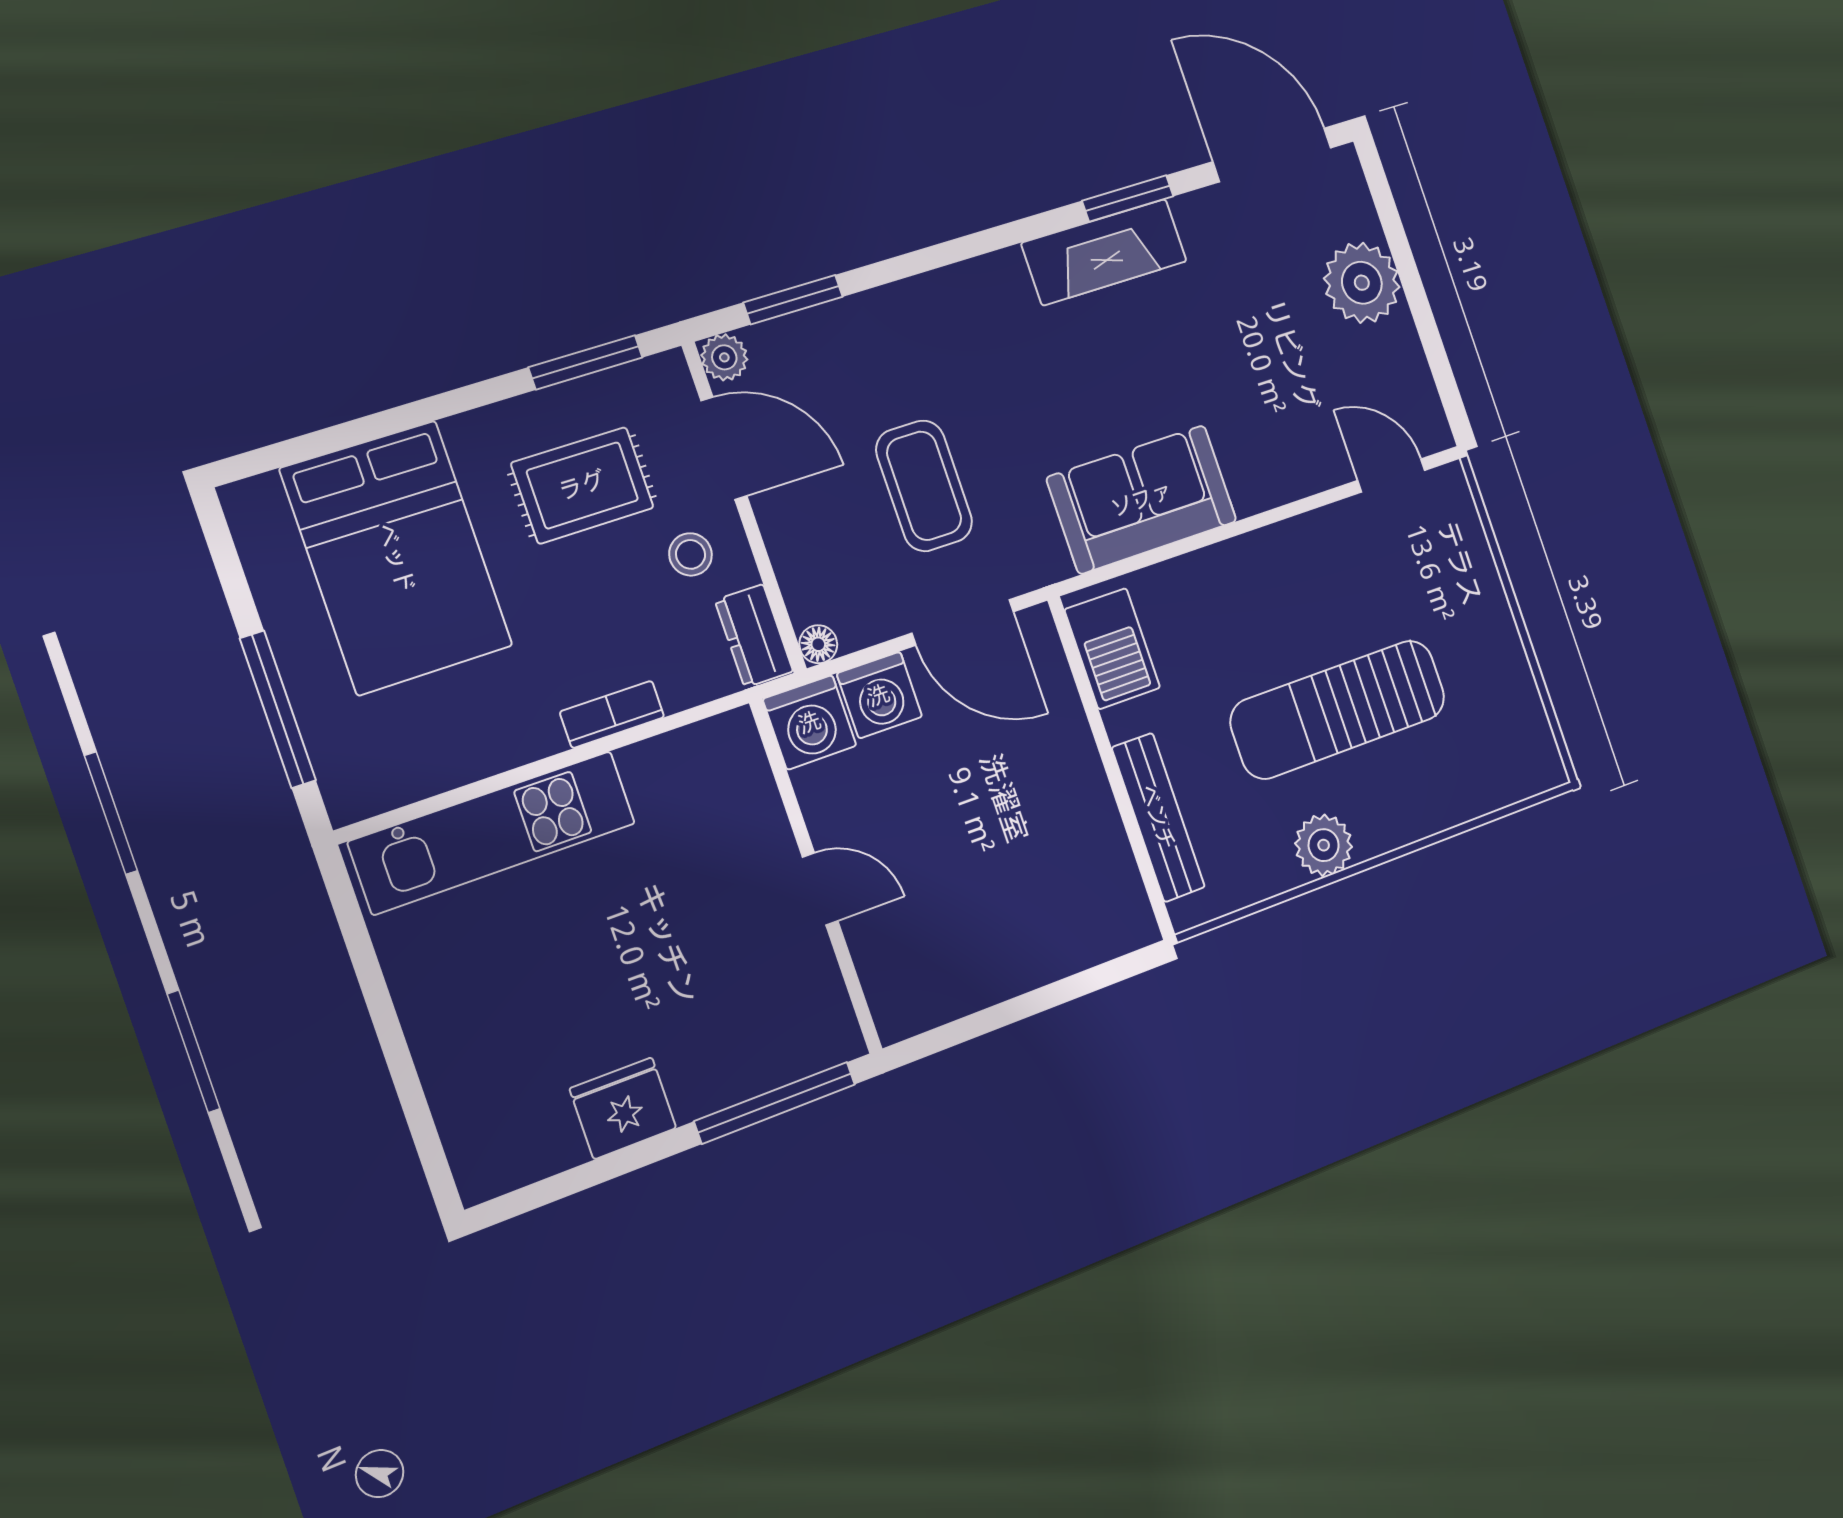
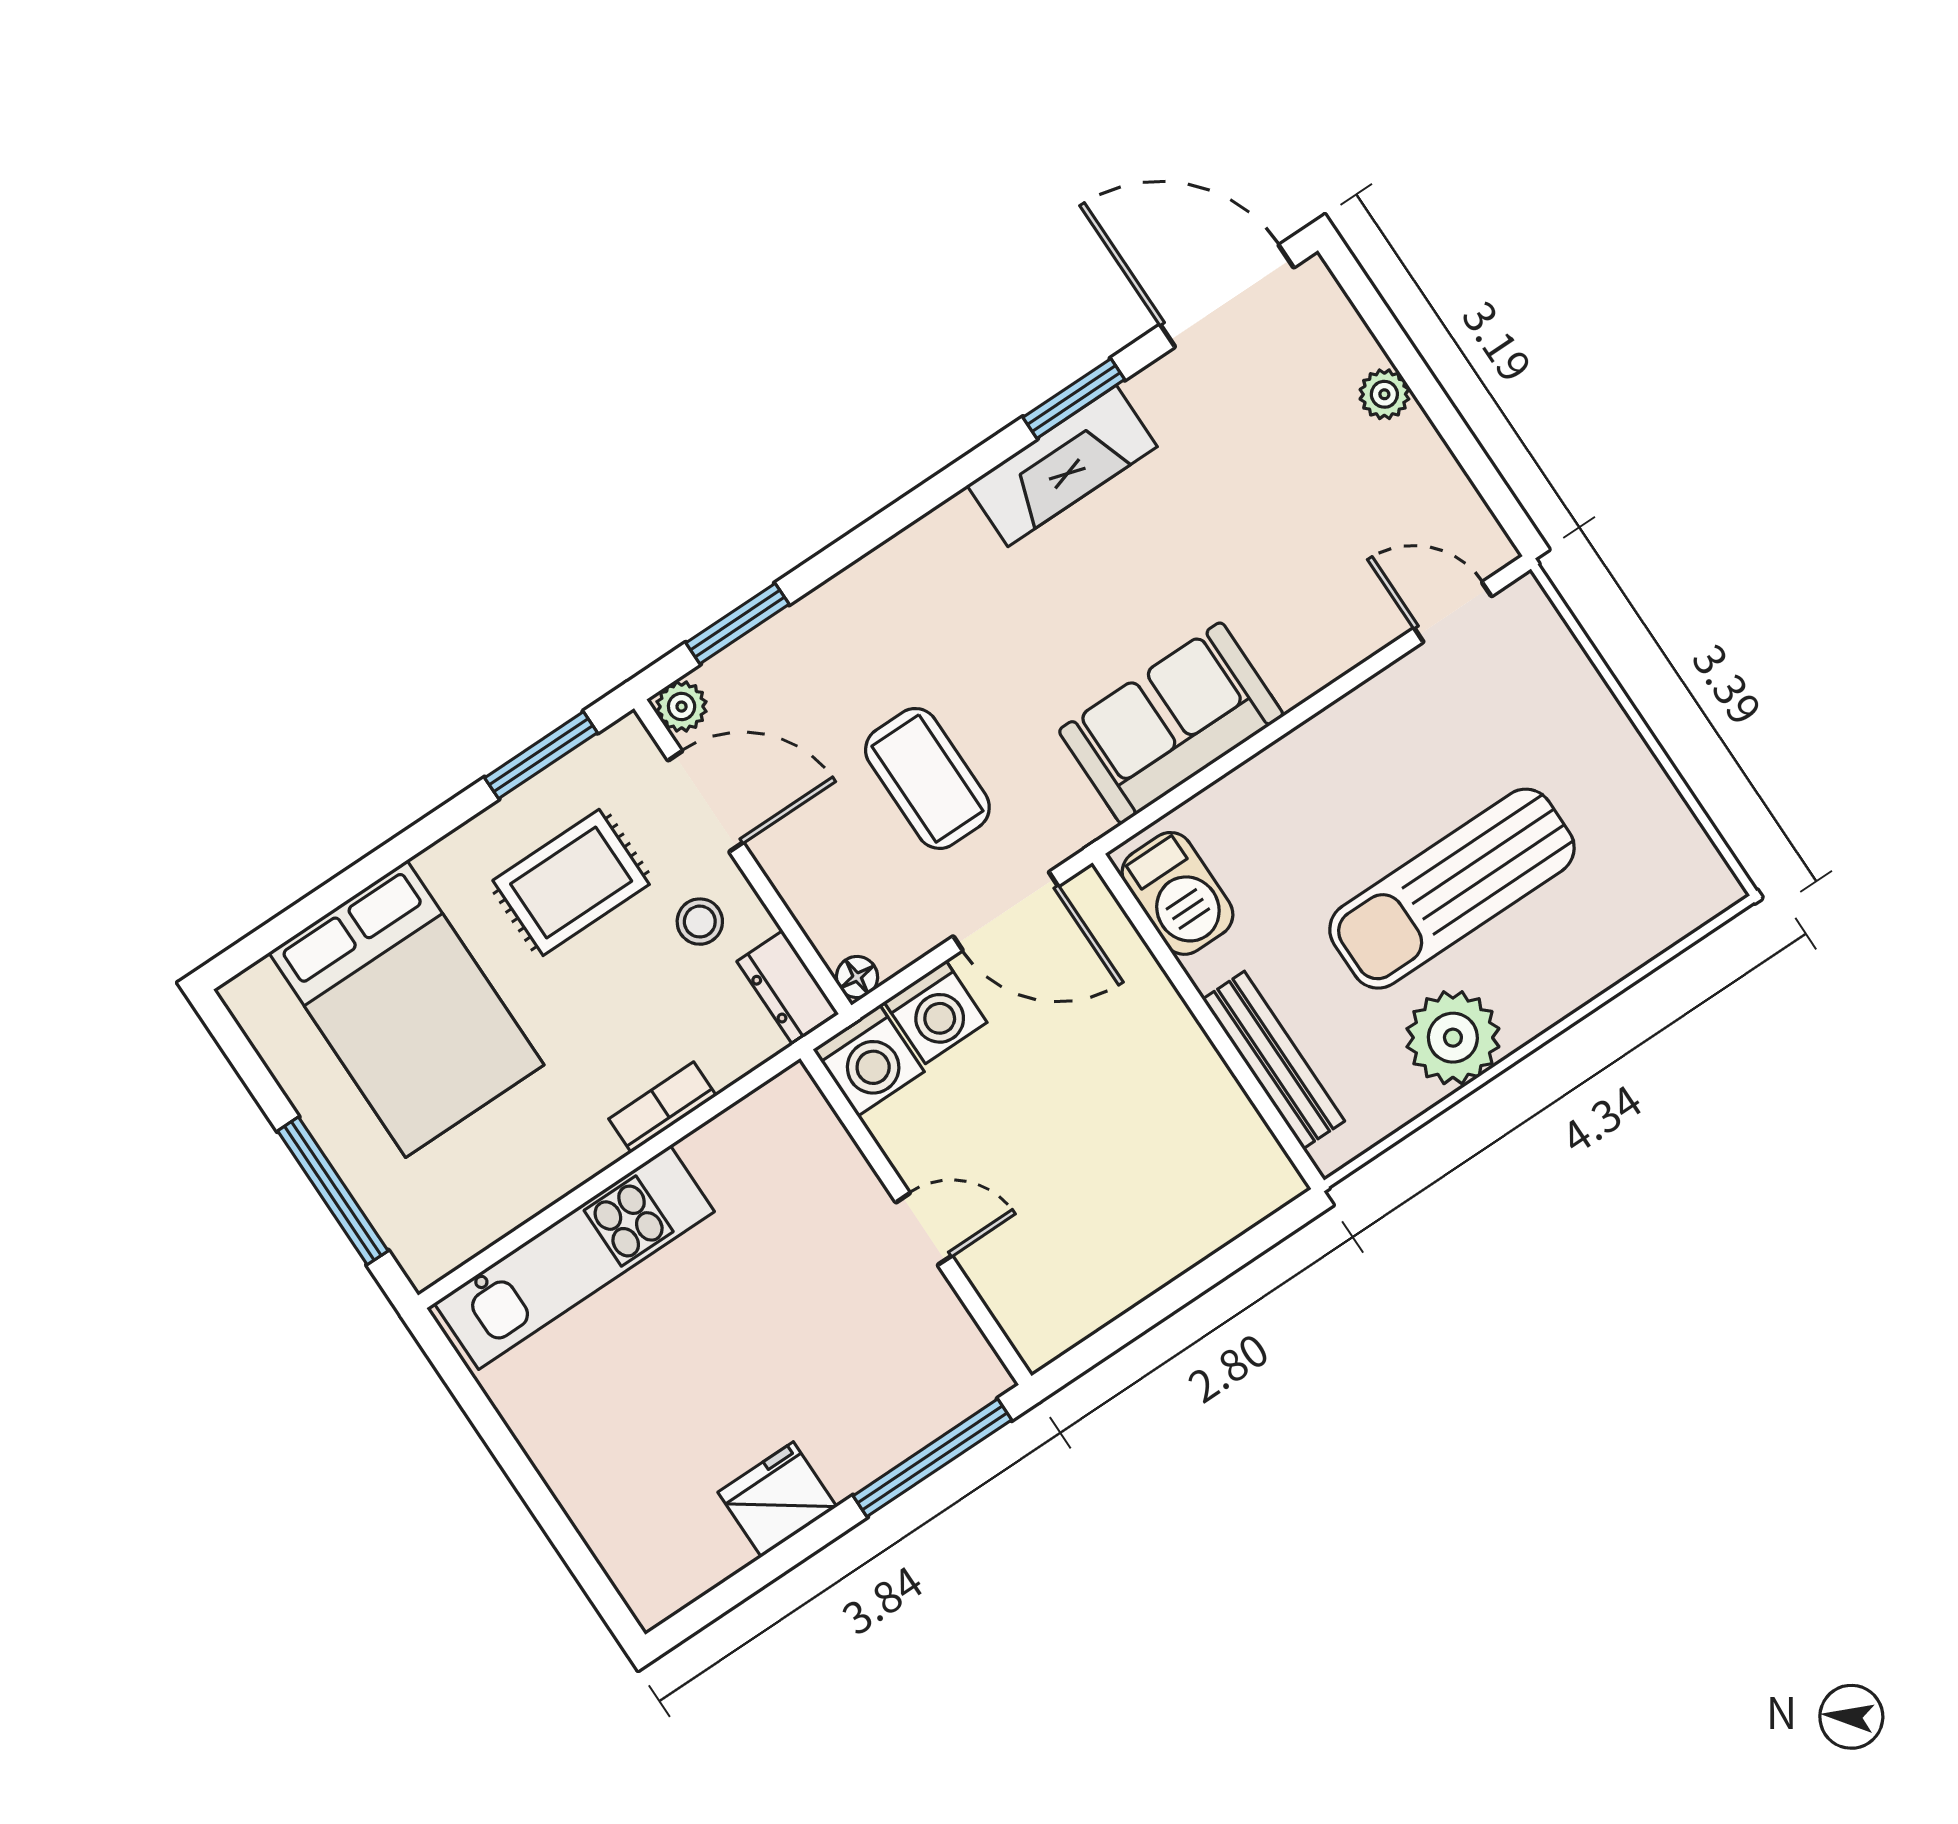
plant: (1362, 283) -> (1384, 394), width x0.53, depth x0.53
plant: (1324, 845) -> (1453, 1038), width x1.36, depth x1.36

